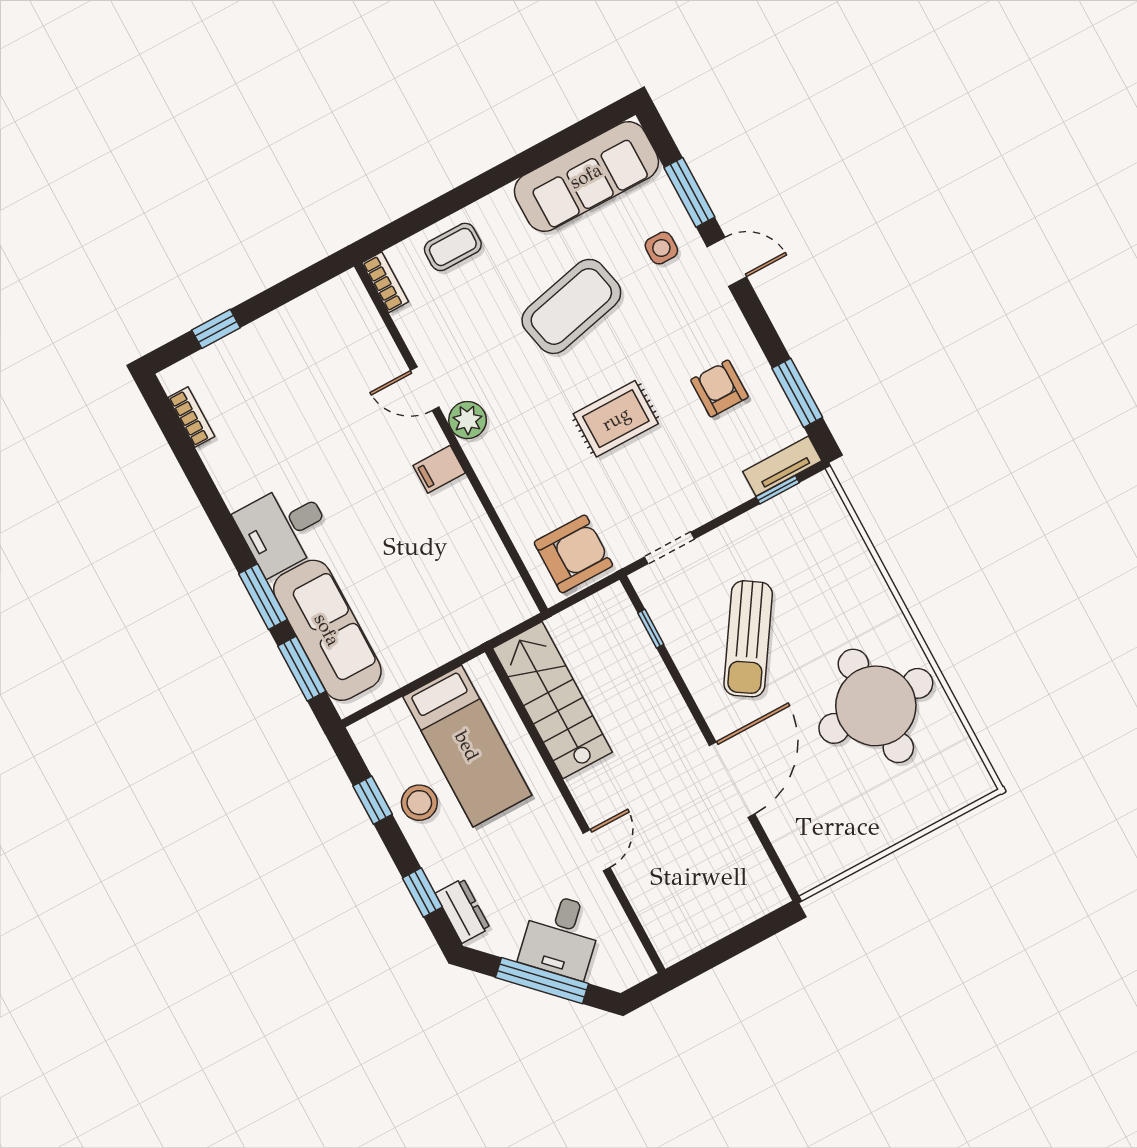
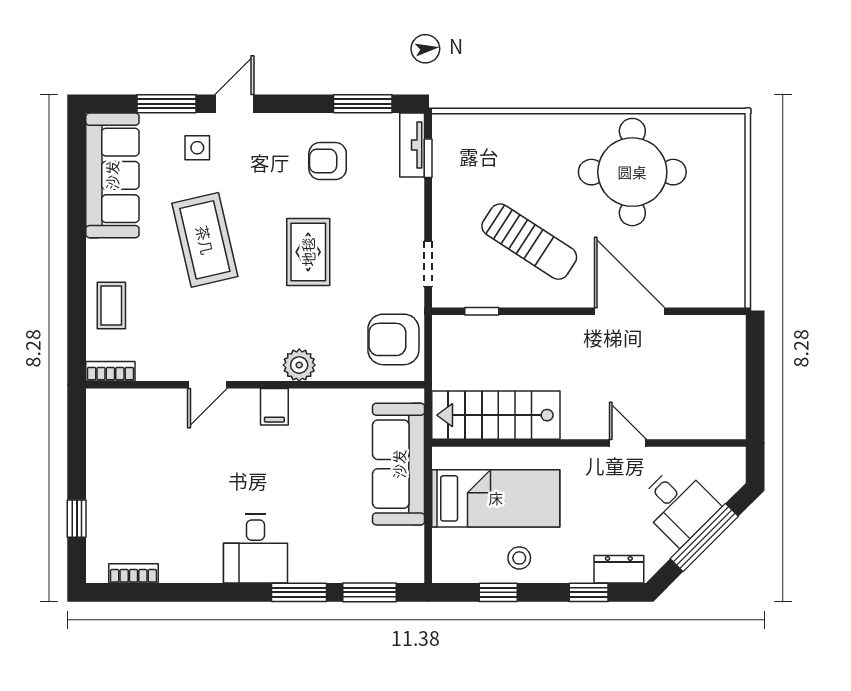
plant: (468, 420) -> (299, 365), moved
armchair: (573, 554) -> (393, 339), turned -90
sofa: (327, 630) -> (399, 464), moved, turned -90
stool: (419, 803) -> (519, 558), width x0.73, depth x0.73

